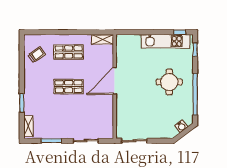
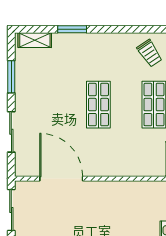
door: (115, 81) -> (61, 179), moved

